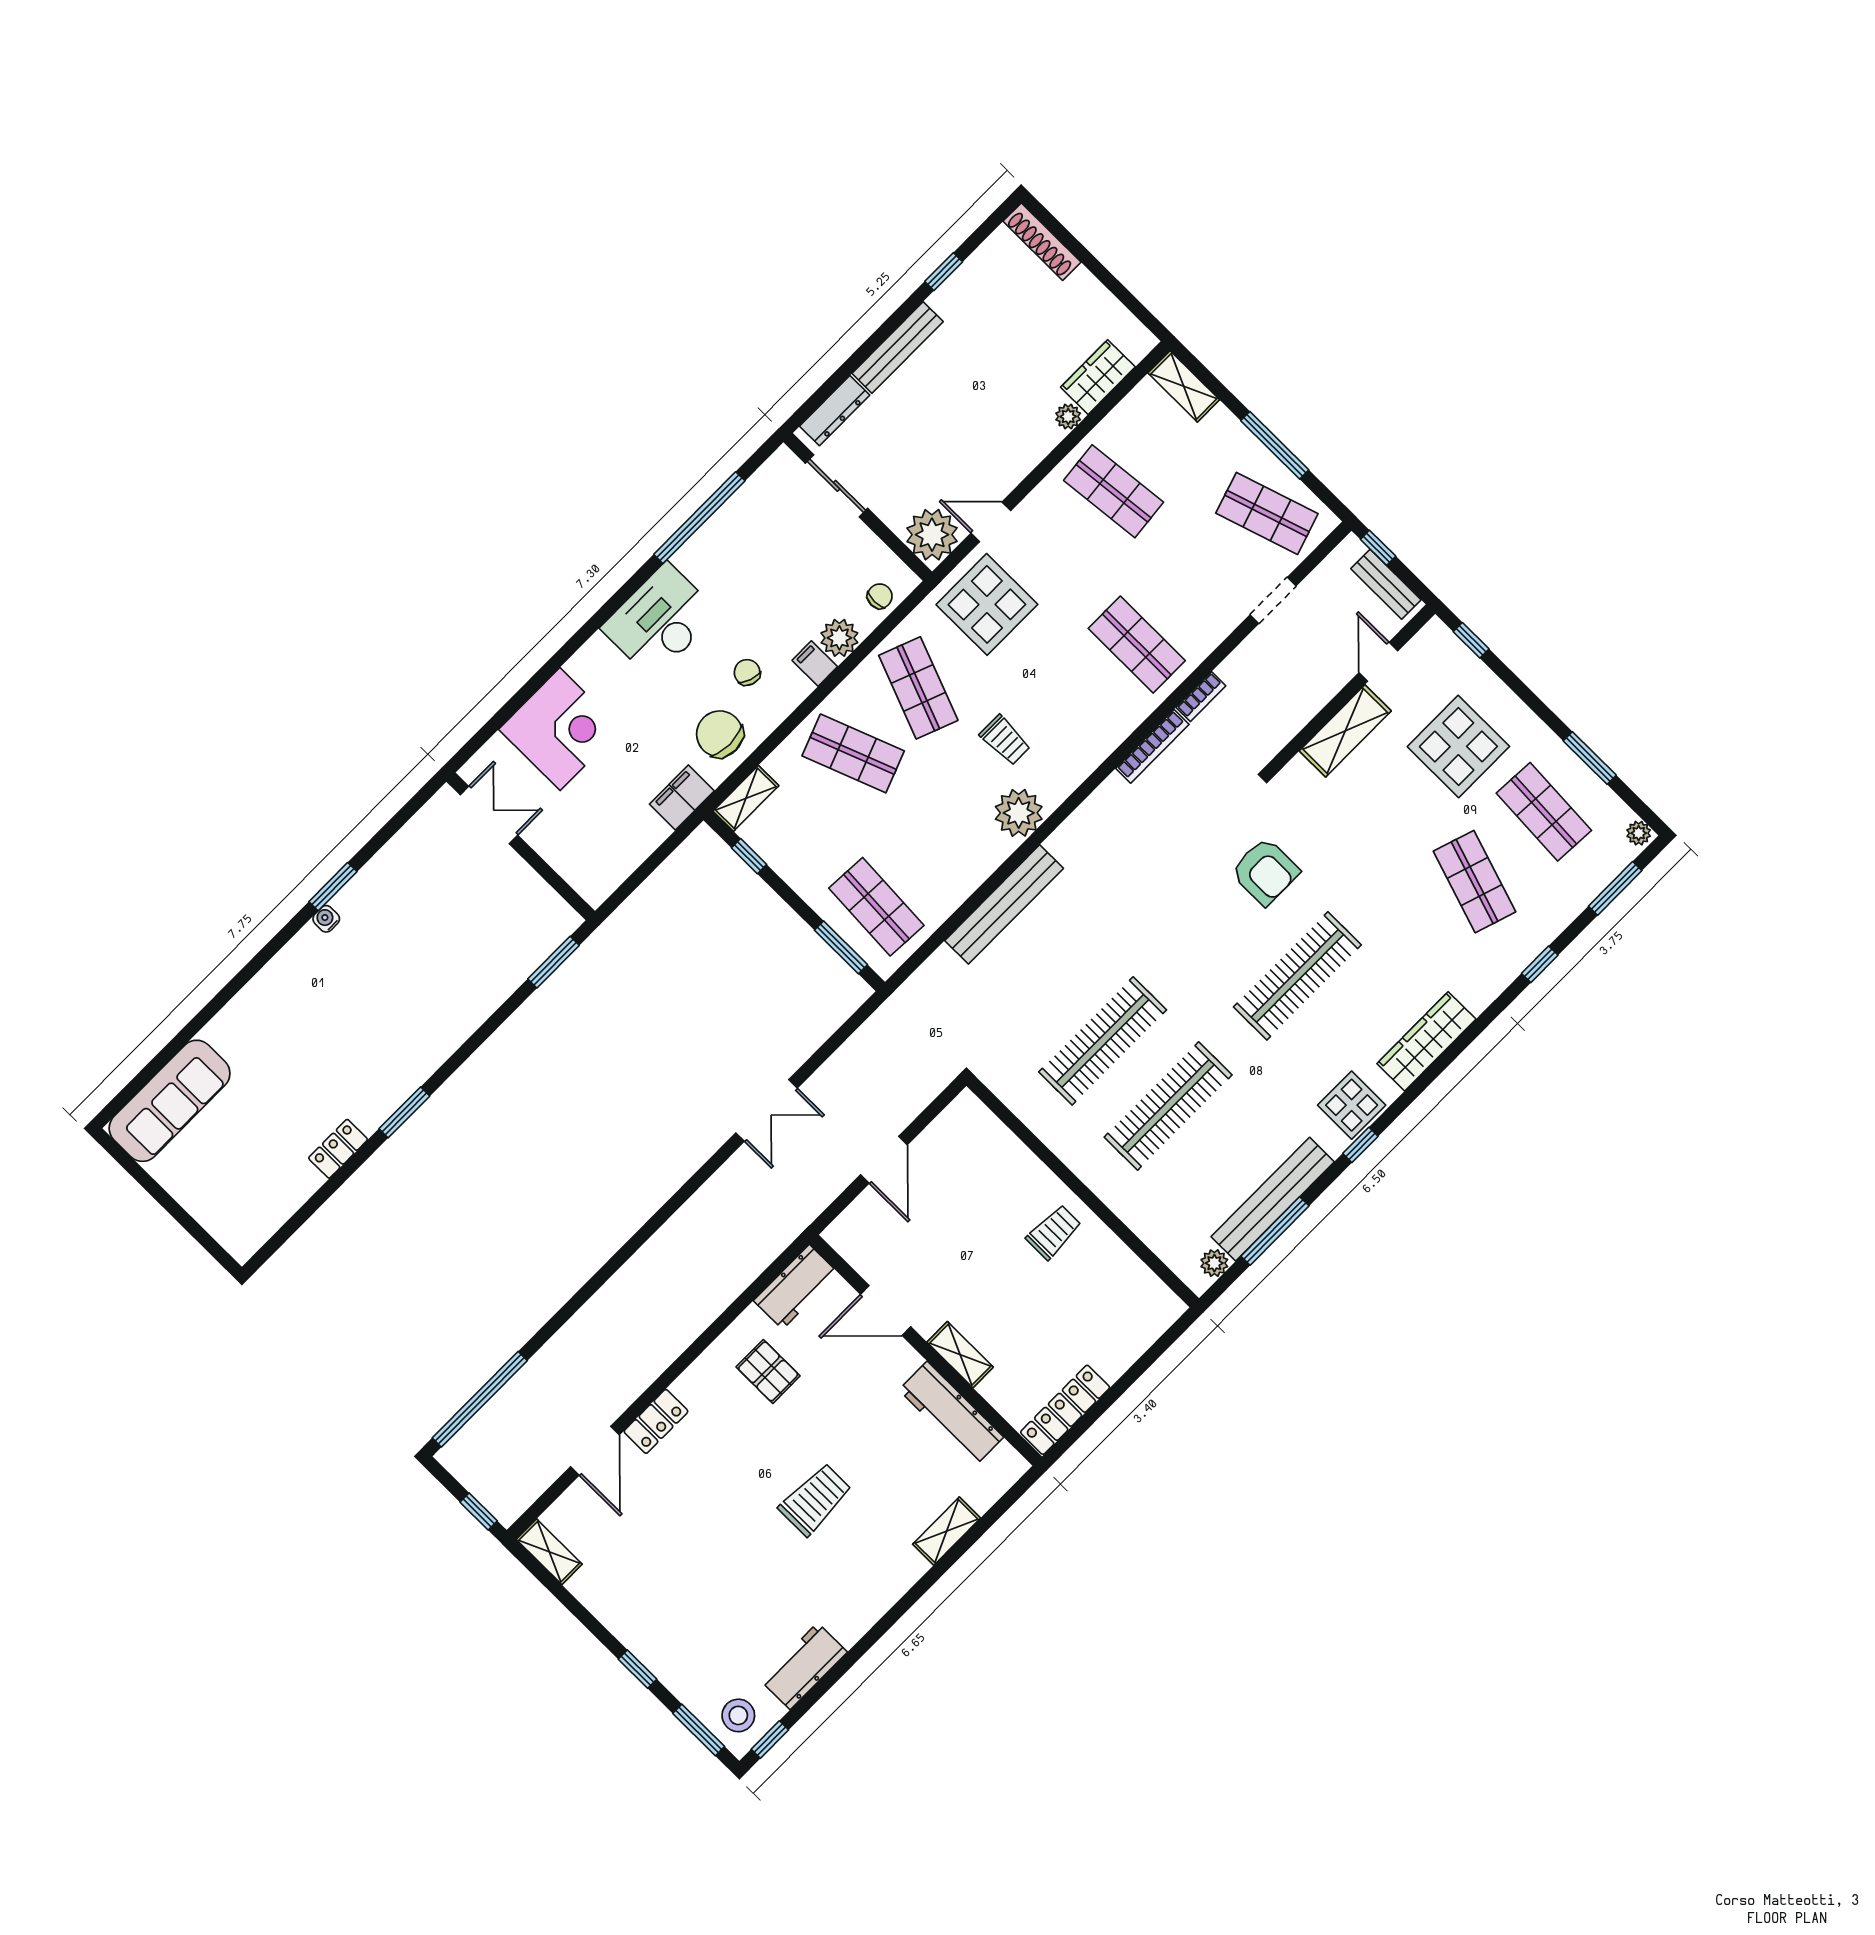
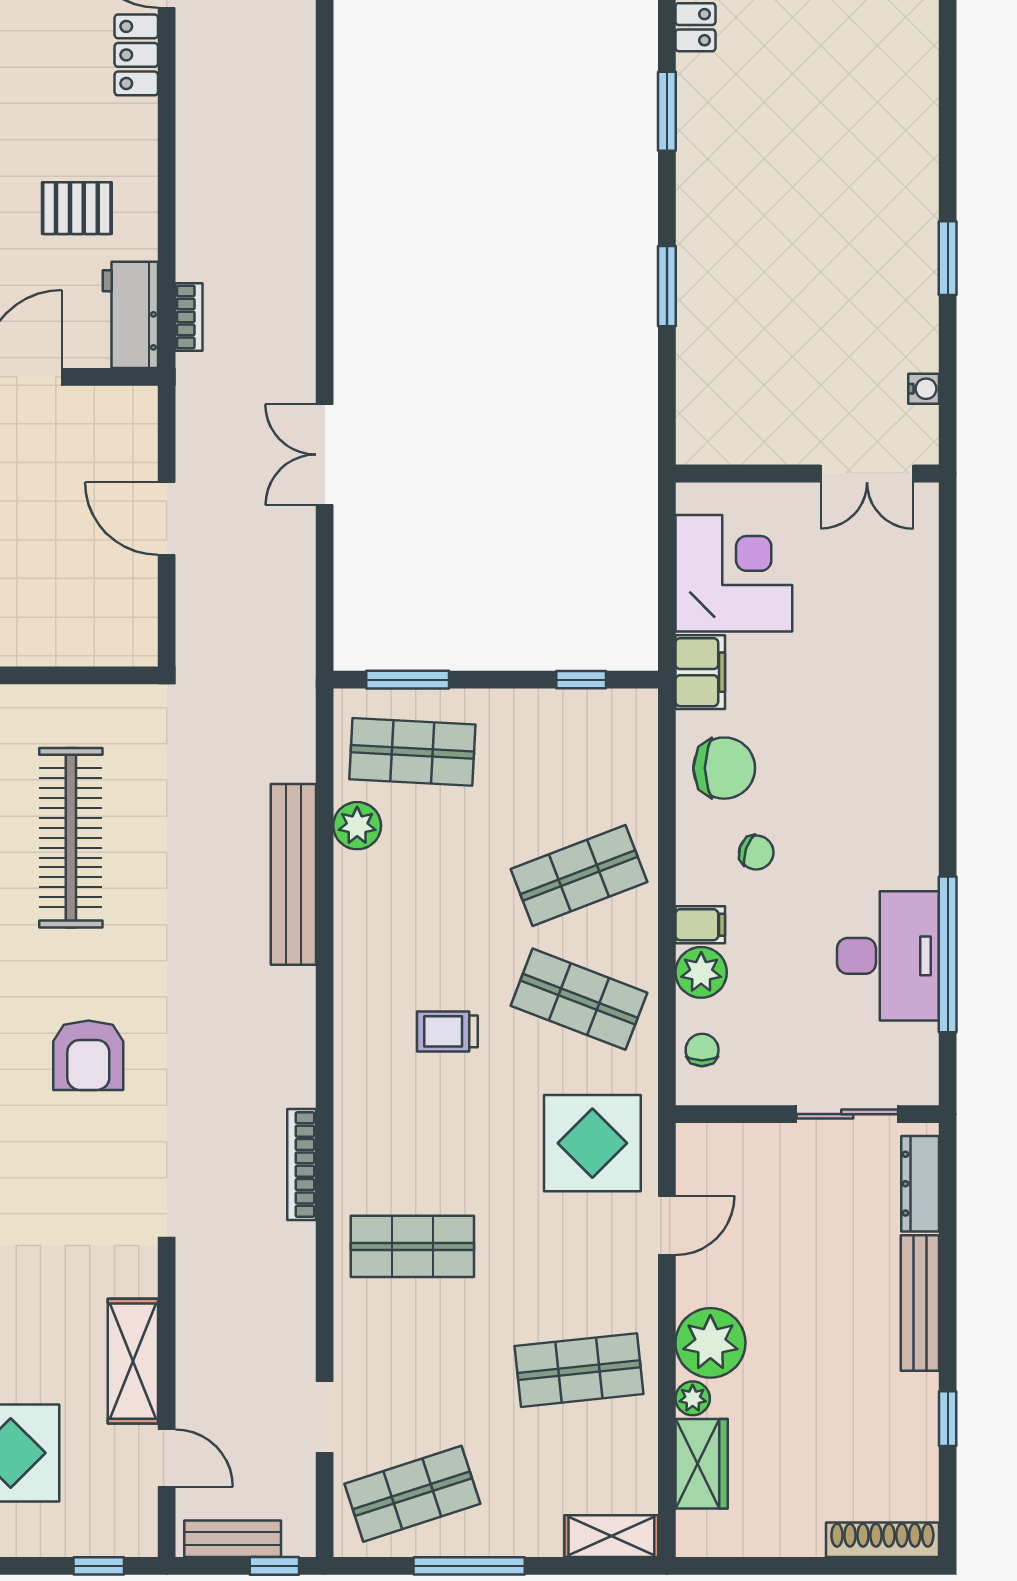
plant: (932, 535) -> (710, 1343), moved
chair: (880, 596) -> (702, 1050), turned 180
desk: (660, 621) -> (888, 956), moved
bookcase: (1201, 697) -> (189, 317), moved, turned 180
corner desk: (560, 729) -> (734, 573), moved, turned 180
shelving: (746, 798) -> (639, 732), removed
plant: (1019, 813) -> (357, 826), moved, width x0.73, depth x0.73
armchair: (1265, 871) -> (88, 1055), moved, turned -90
water cooler: (326, 919) -> (924, 389), moved
window: (554, 962) -> (667, 286), moved

